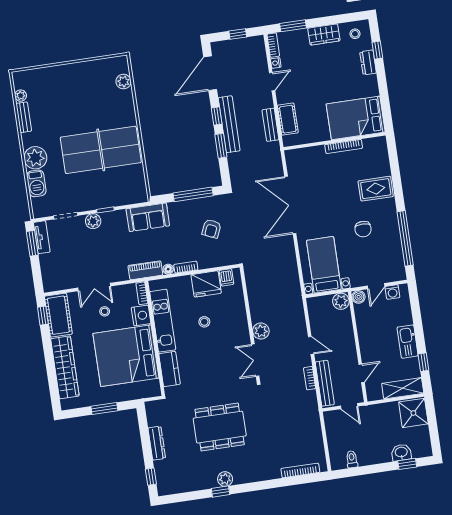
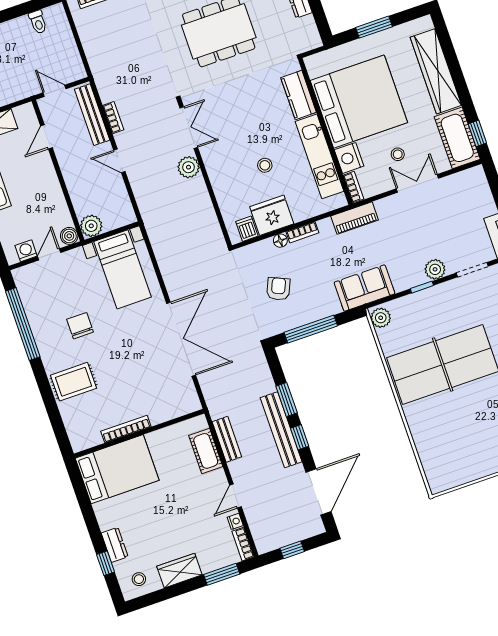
plant: (124, 82) -> (381, 318), moved
floor lamp: (168, 269) -> (280, 241), moved

